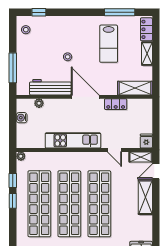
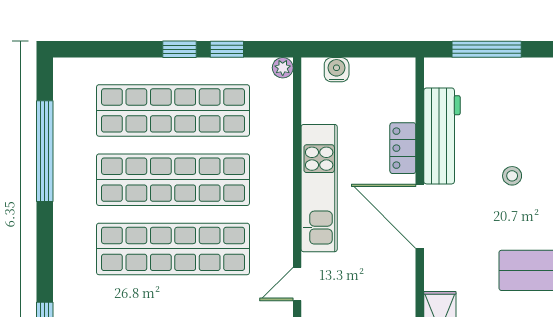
door: (85, 97) -> (420, 216), swing flipped
plant: (39, 103) -> (405, 110), removed
locker: (116, 104) -> (403, 148), moved
water cooler: (22, 118) -> (337, 70), moved

